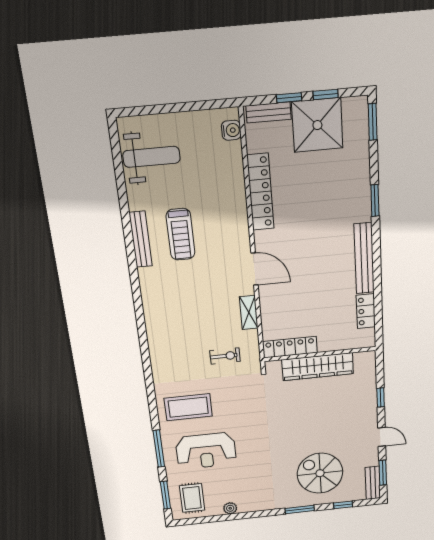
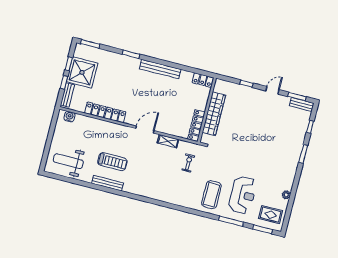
weight bench: (151, 157) -> (68, 161), turned -90
locker: (366, 311) -> (203, 80), moved
spiral stairs: (320, 473) -> (283, 134), removed

